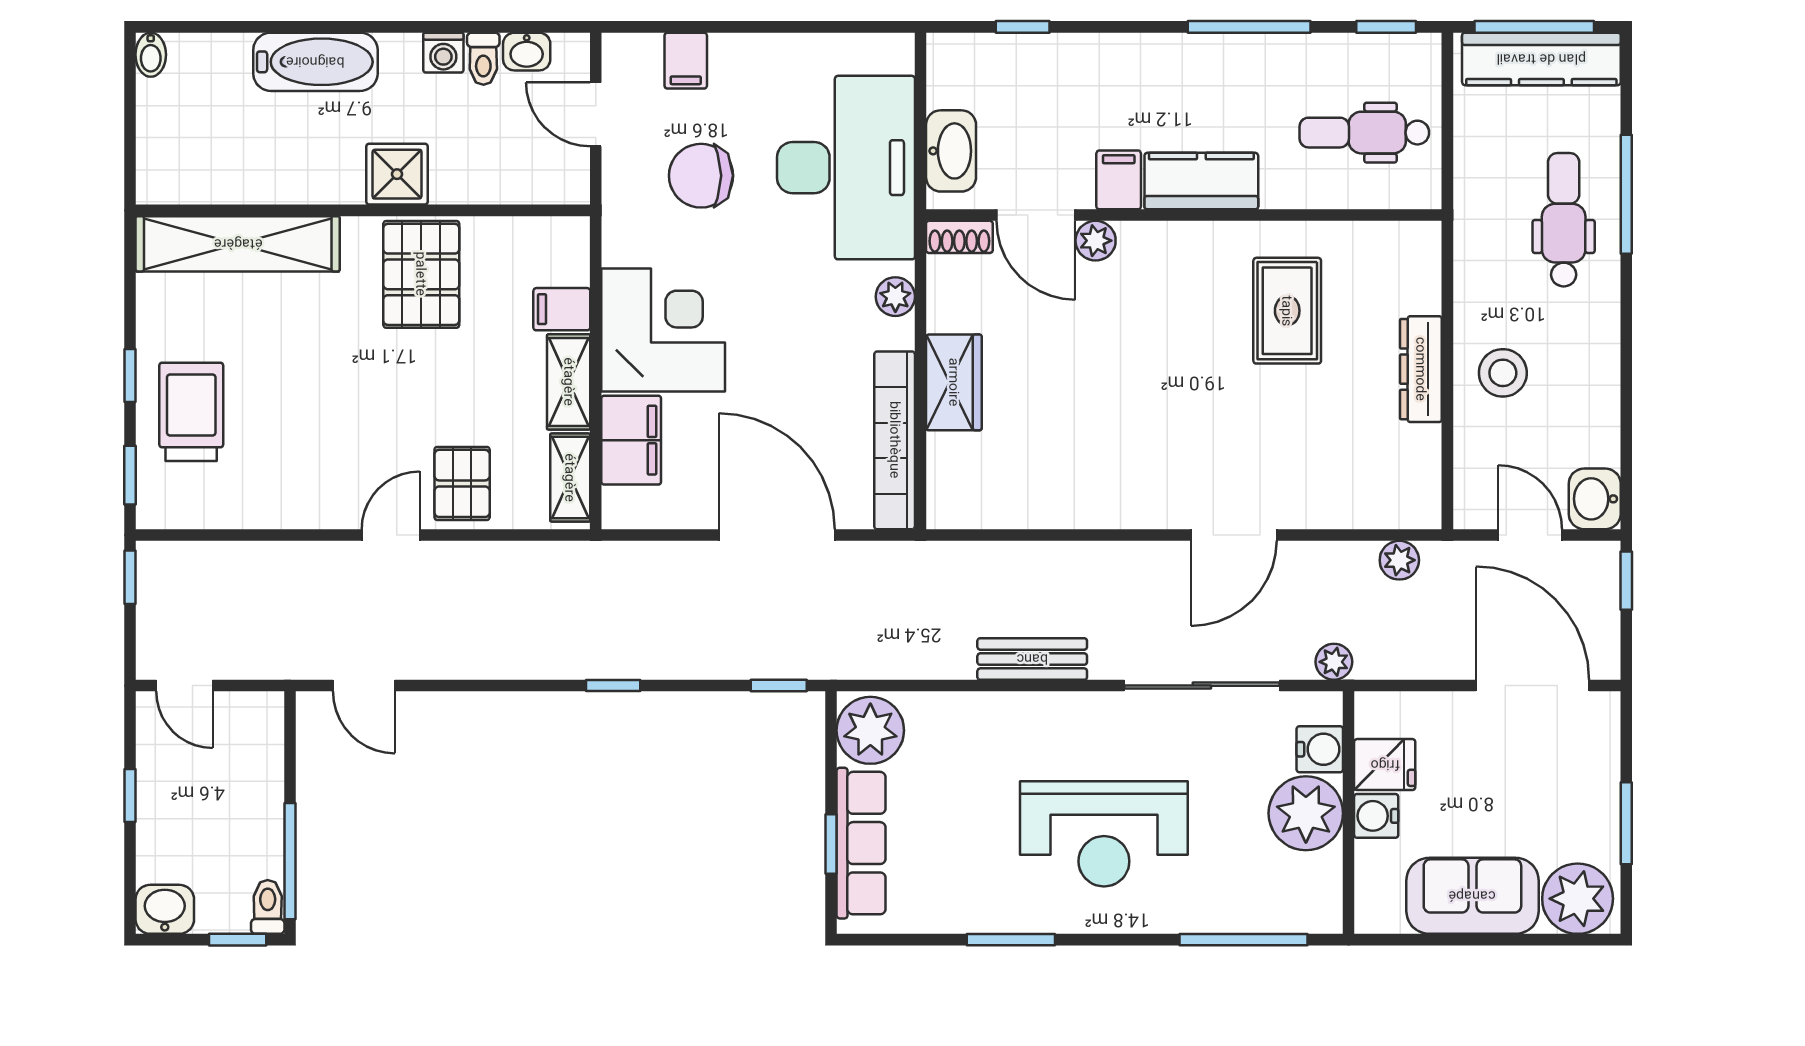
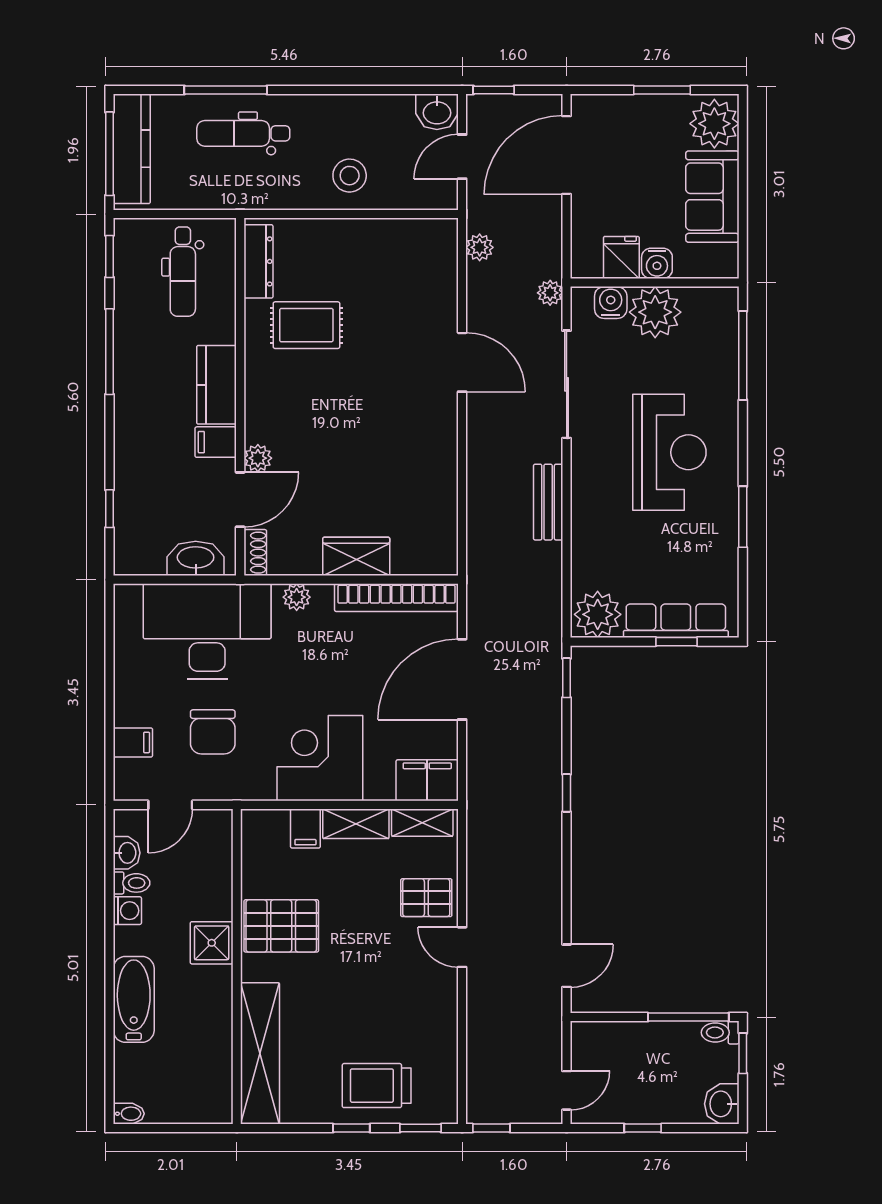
dresser: (1421, 369) -> (258, 261), moved, turned -90
filing cabinet: (631, 440) -> (427, 780), moved

